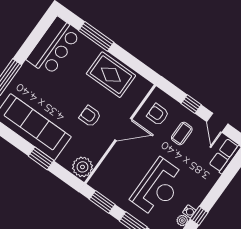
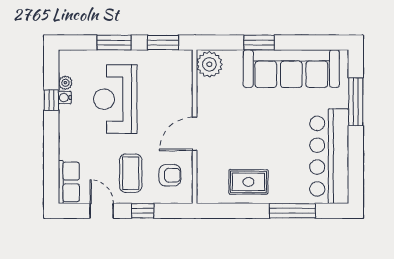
bar counter: (54, 46) -> (329, 156), width x1.36
rug: (111, 75) -> (248, 182), width x0.73, depth x0.70
armchair: (90, 116) -> (239, 123), removed
coffee table: (182, 134) -> (131, 173), width x1.36, depth x1.30

